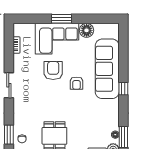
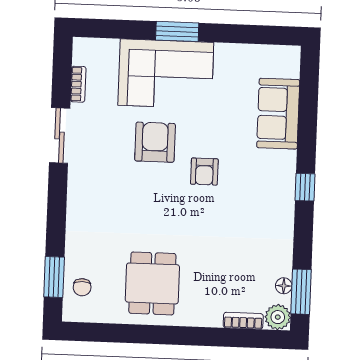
floor lamp: (87, 30) -> (230, 58), removed
sofa: (107, 69) -> (278, 114), width x0.54, depth x0.79
sliding door: (9, 85) -> (60, 135), moved

